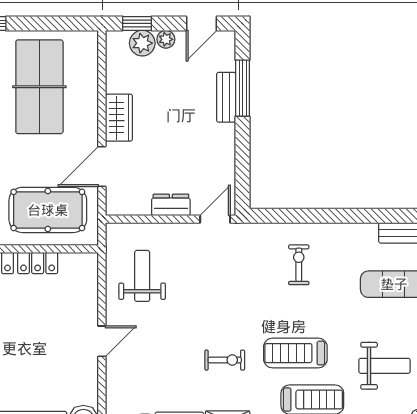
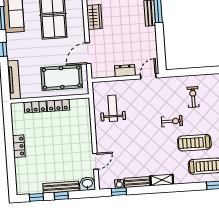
wardrobe: (119, 118) -> (94, 17), moved
door: (102, 341) -> (95, 161), moved
exercise bike: (225, 360) -> (172, 121), moved

